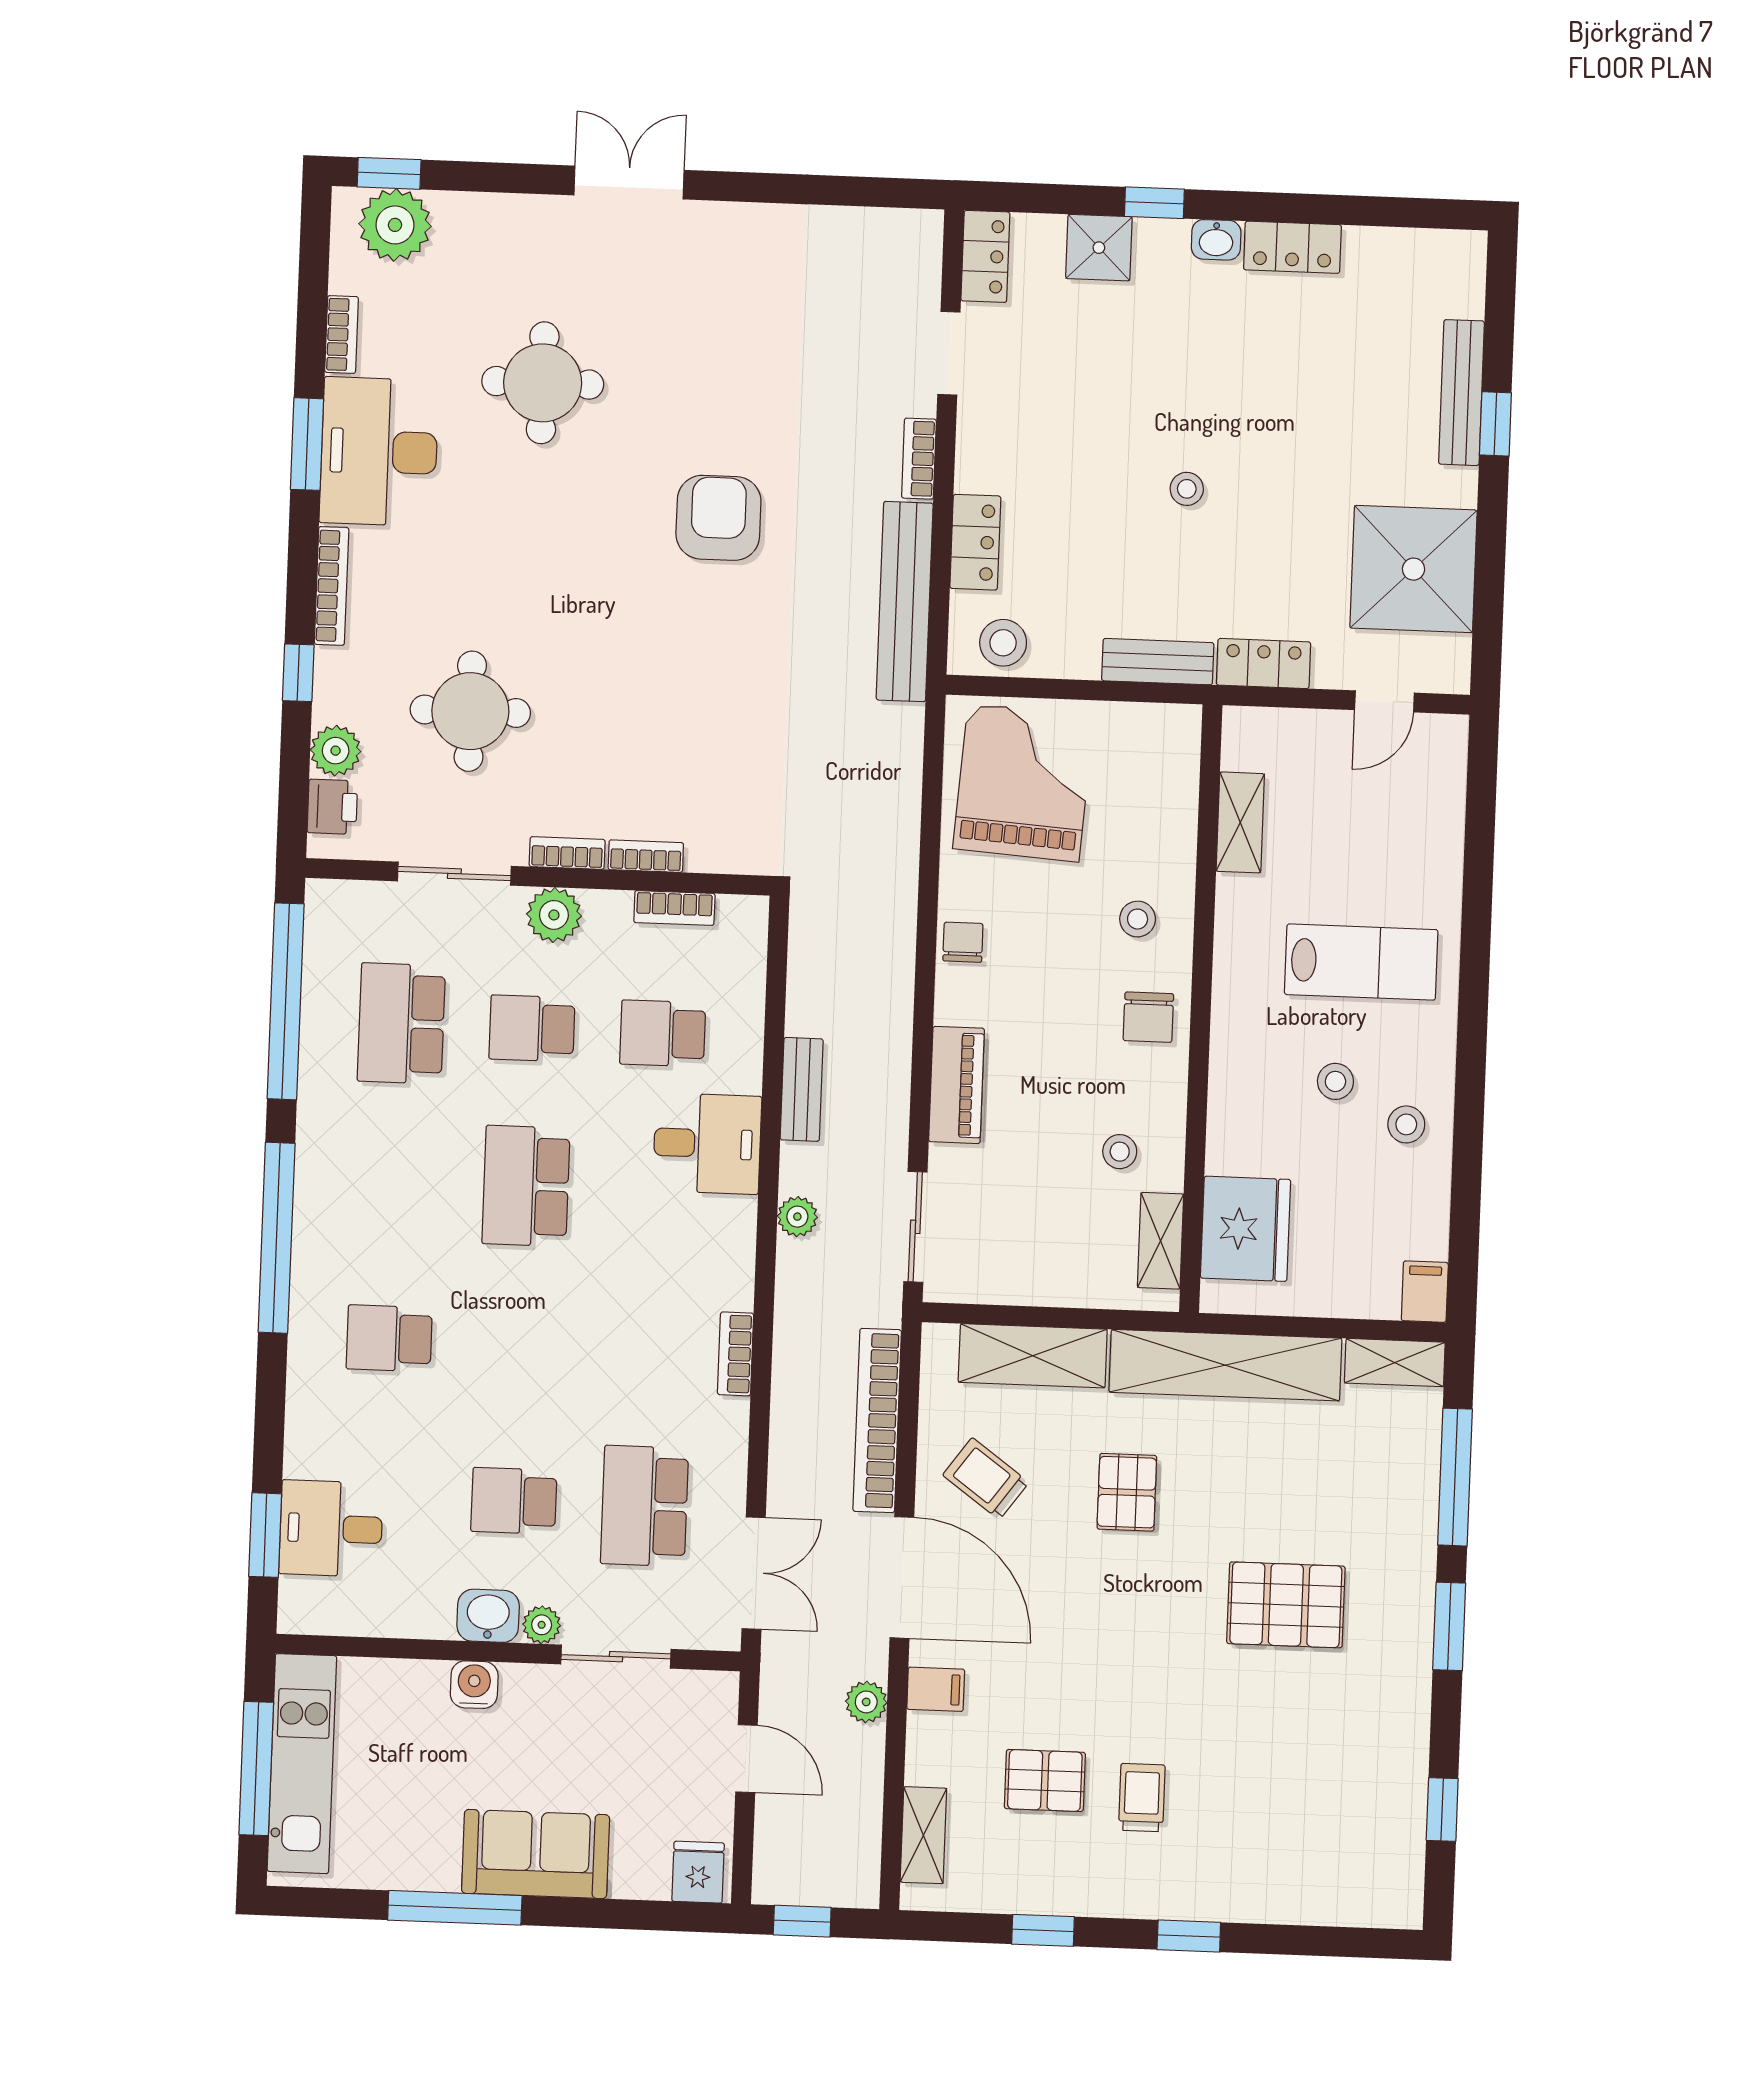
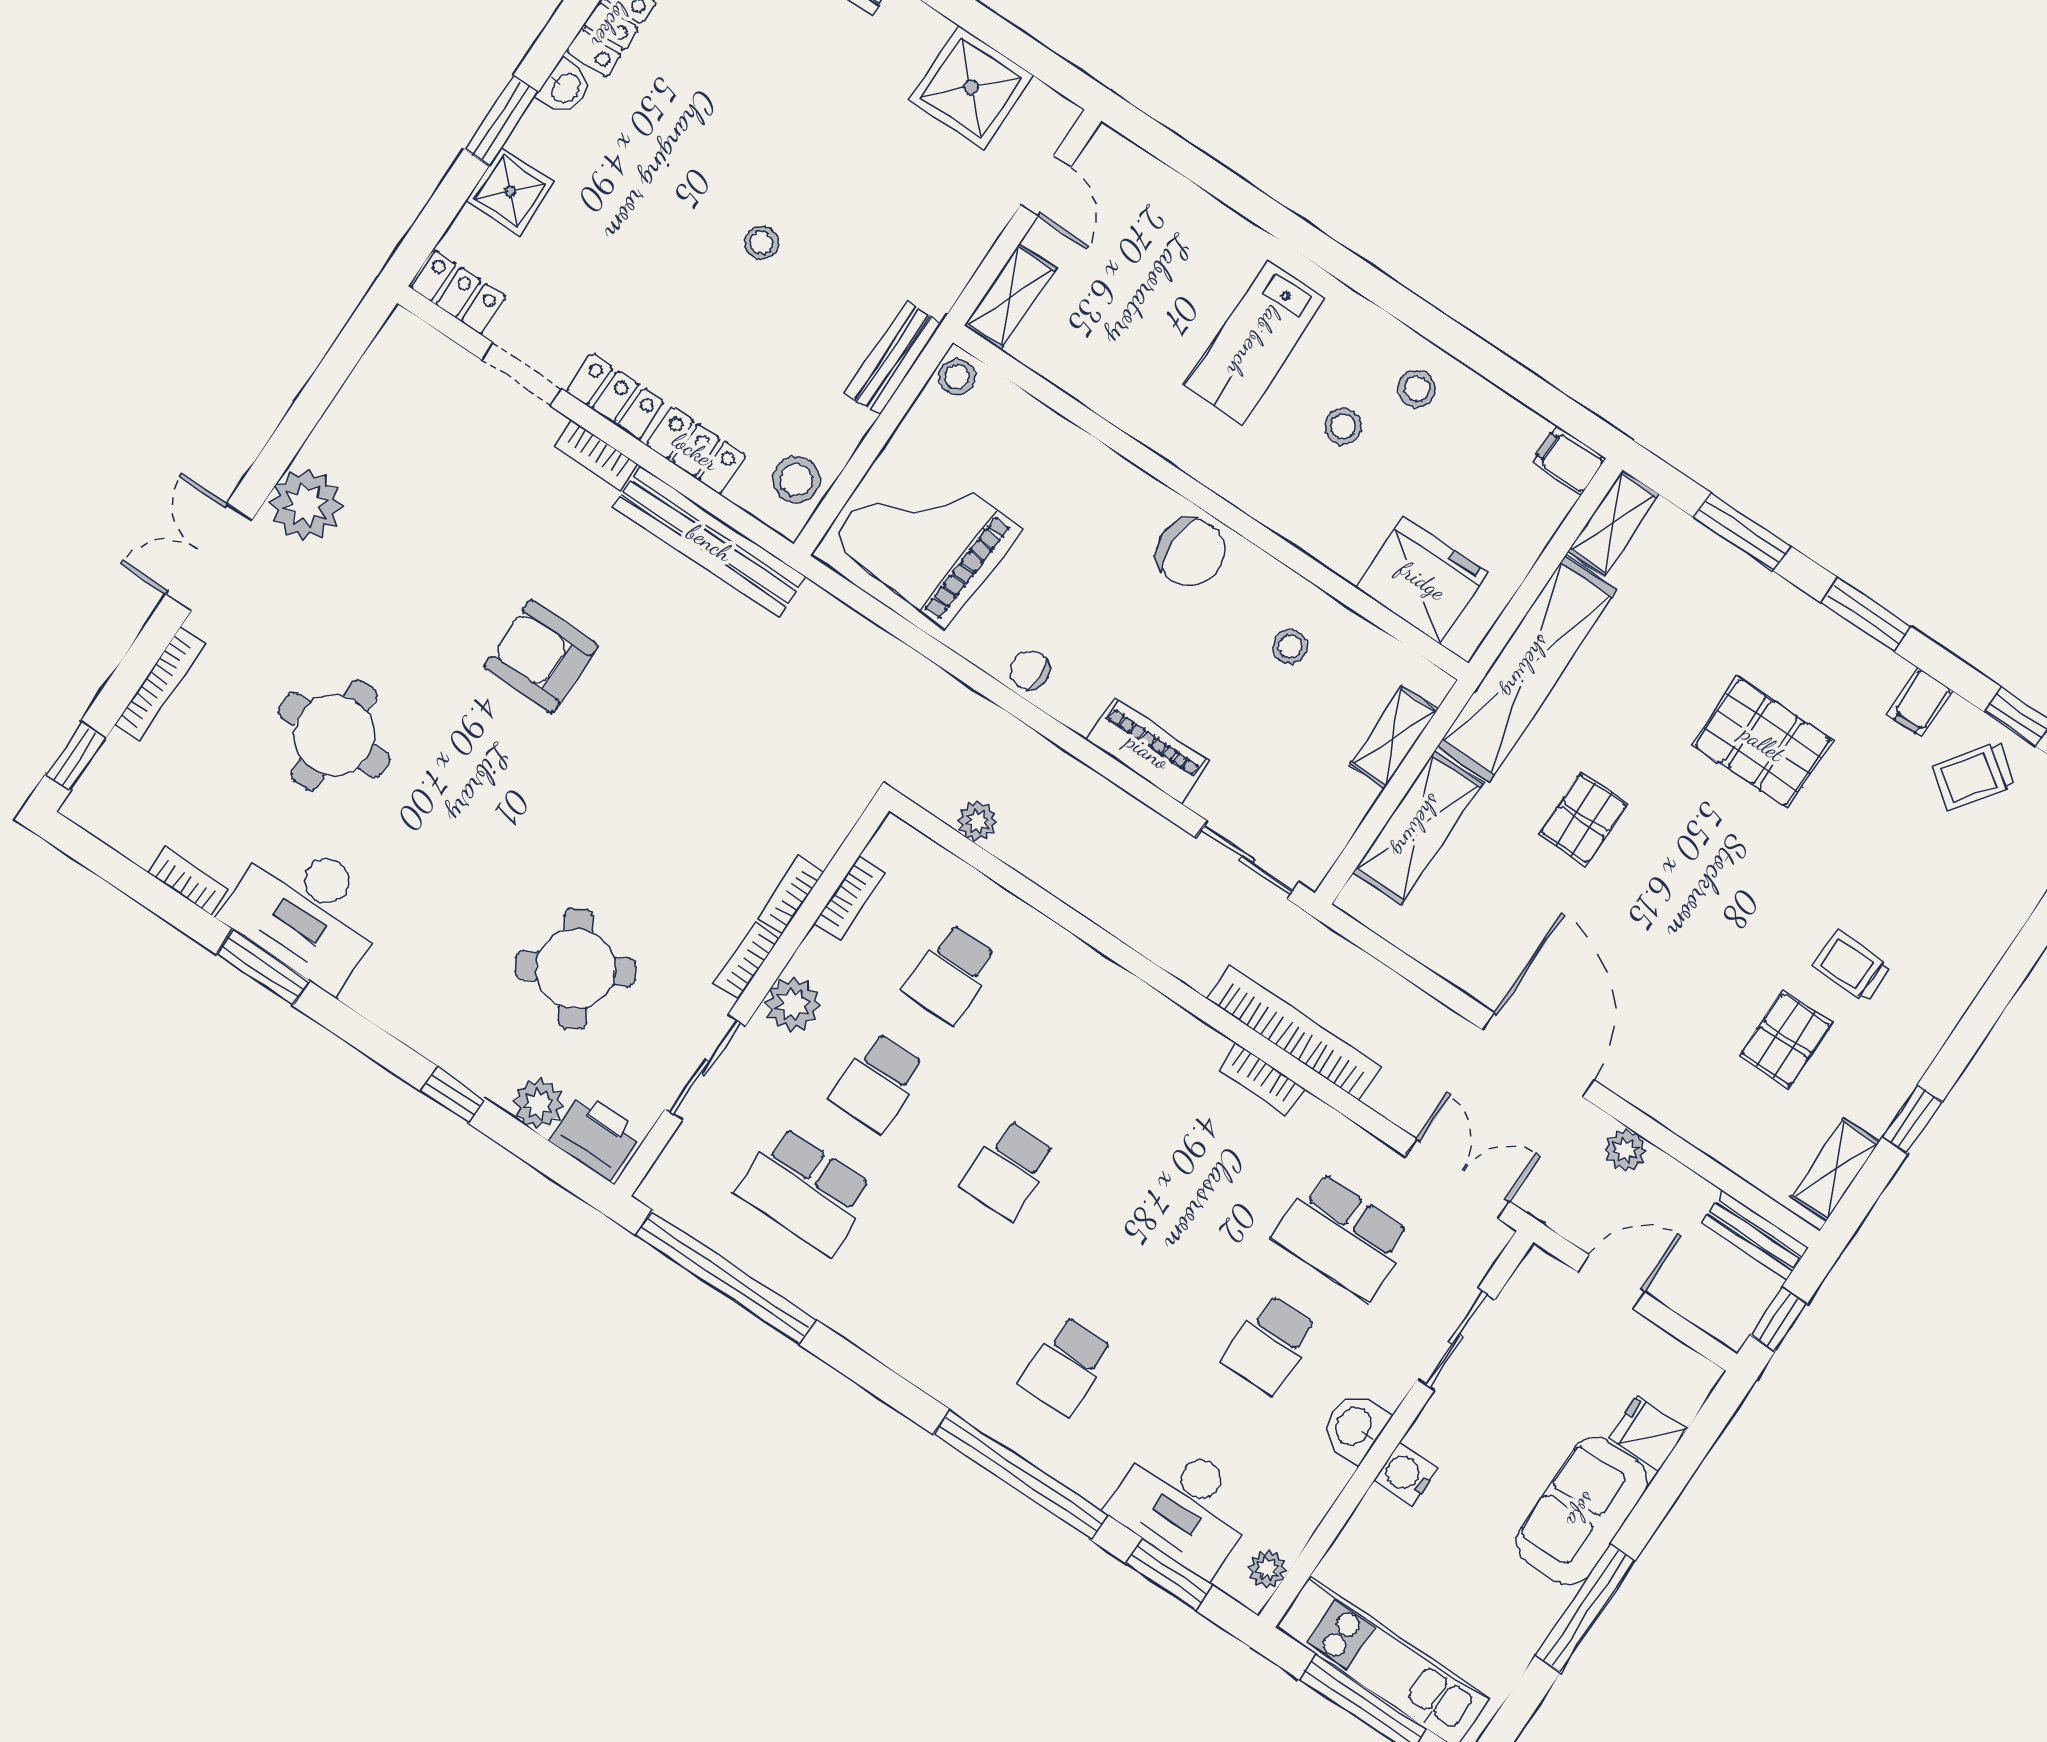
window: (1154, 203) -> (501, 121), width x1.50
plant: (395, 225) -> (306, 505), moved
shower: (1414, 569) -> (971, 87), width x0.73, depth x0.73
bookcase: (332, 586) -> (160, 684), moved, turned 90
locker: (1263, 664) -> (615, 397), moved, turned 90
round table: (470, 711) -> (576, 969), turned -30
printer: (332, 807) -> (596, 1136), width x1.36, depth x1.24
shelving: (1240, 822) -> (1010, 297), moved, turned 90
stool: (1138, 919) -> (957, 377), moved
lab bench: (1361, 962) -> (1255, 342), turned 180
chair: (1148, 1017) -> (1191, 552), width x1.37, depth x1.37
bench: (802, 1089) -> (1755, 1235), moved
desk: (707, 1144) -> (1067, 993), removed
school desk: (526, 1186) -> (1008, 1170), width x0.54
plant: (797, 1217) -> (977, 821), moved
window: (277, 1238) -> (1020, 1475), moved
shelving: (1161, 1241) -> (1394, 737), moved, turned 90
bookcase: (877, 1421) -> (1294, 1033), moved, turned 180
window: (1455, 1477) -> (1742, 532), width x0.69
trolley: (986, 1479) -> (1974, 776), moved
pallet: (1127, 1492) -> (1583, 819), turned 90
desk: (331, 1529) -> (1183, 1505), width x1.37
door: (902, 1578) -> (1538, 1055), hinge flipped
pallet: (1286, 1605) -> (1763, 743), turned 90
plant: (542, 1625) -> (1267, 1569), moved
filing cabinet: (936, 1689) -> (1920, 703), moved, turned 180
shelving: (923, 1835) -> (1835, 1170), moved, turned 90
fridge: (698, 1872) -> (1648, 1433), moved
window: (1189, 1936) -> (1993, 998), removed

